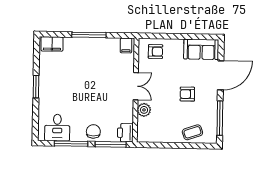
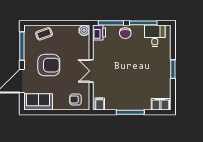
armchair: (187, 94) -> (49, 65), width x1.88, depth x1.88
plant: (144, 110) -> (84, 30), moved

